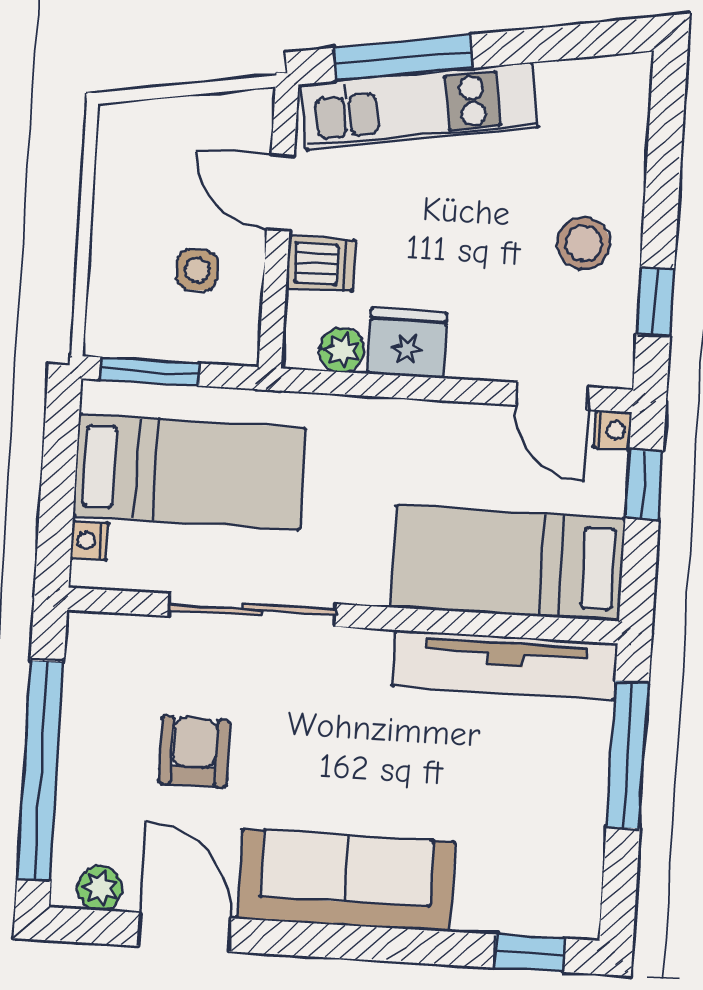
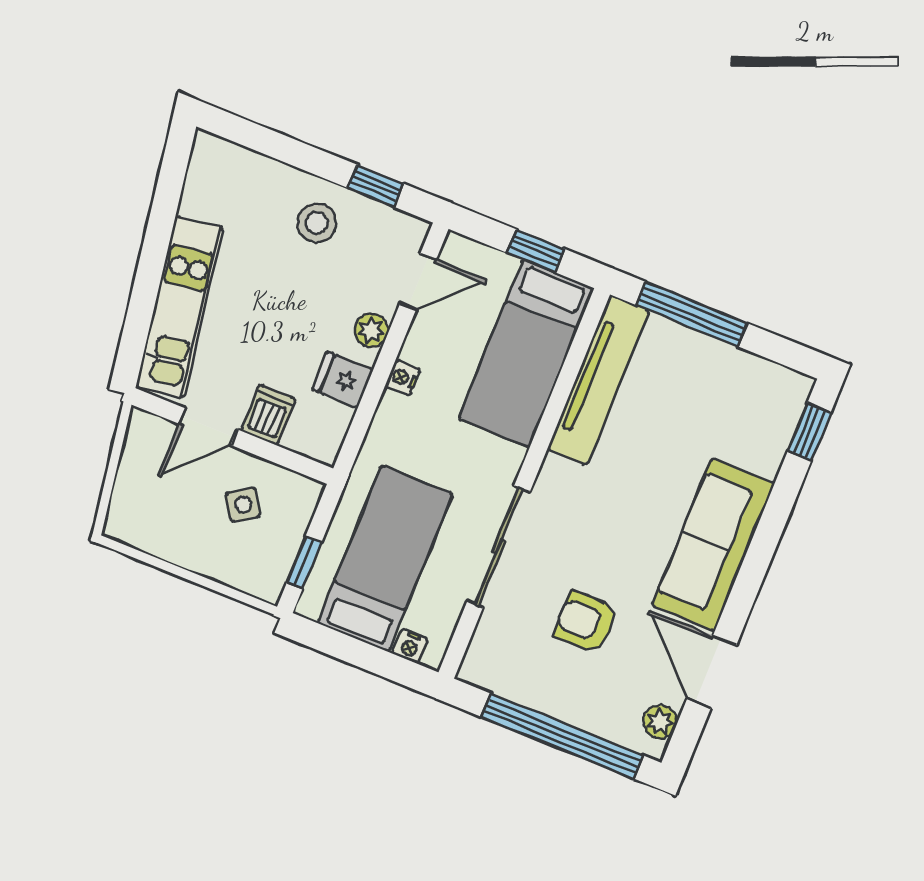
window: (403, 58) -> (141, 307), removed
side table: (197, 270) -> (243, 505), turned -32
fridge: (407, 343) -> (343, 380), width x0.72
plant: (342, 350) -> (371, 330), moved
window: (150, 371) -> (304, 562), width x0.67
nightstand: (613, 430) -> (403, 378), moved, turned -90
window: (644, 484) -> (536, 251), moved
door: (185, 932) -> (712, 672), hinge flipped

